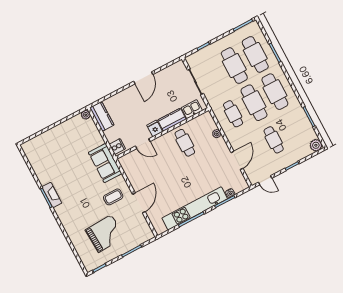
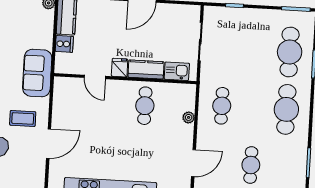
cafe table: (234, 66) -> (257, 50), removed
cafe table: (254, 103) -> (254, 108), removed
cooker: (117, 146) -> (64, 44), moved

